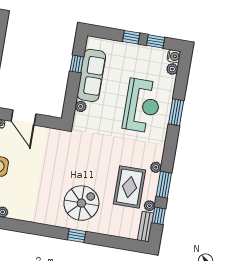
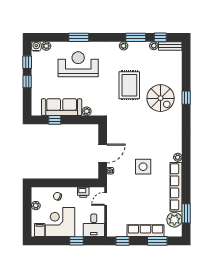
rug: (129, 187) -> (129, 85), moved, turned 90
spiral stairs: (81, 203) -> (161, 98), turned 180

